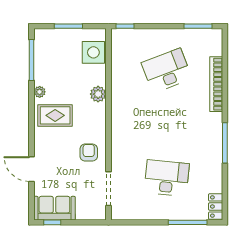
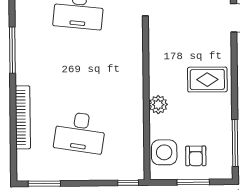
desk: (167, 71) -> (80, 132), turned 30
plant: (40, 92) -> (225, 106), removed
armchair: (89, 153) -> (196, 156), moved

